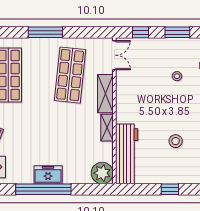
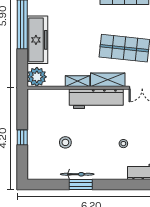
workbench: (127, 154) -> (96, 99), moved
freezer: (48, 175) -> (37, 40), width x1.91, depth x1.26

